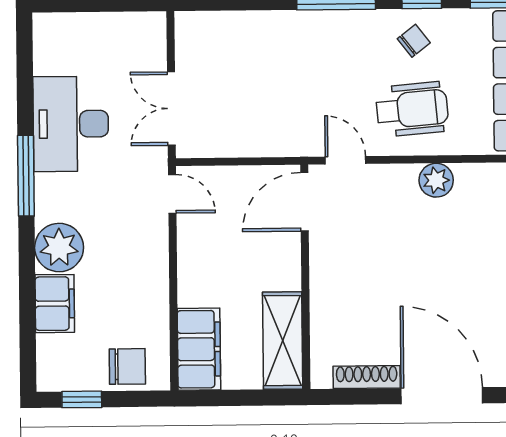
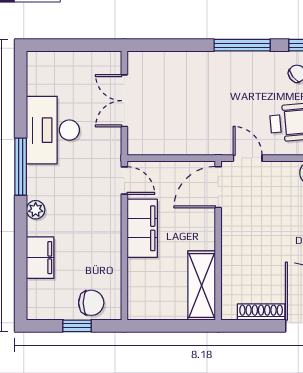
double door: (171, 109) -> (124, 101), moved
plant: (59, 248) -> (36, 210), width x0.53, depth x0.53
filing cabinet: (199, 349) -> (142, 228), moved
window: (82, 399) -> (77, 326), moved

